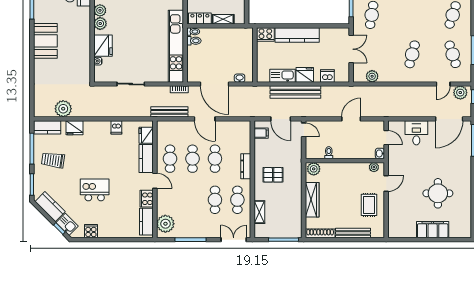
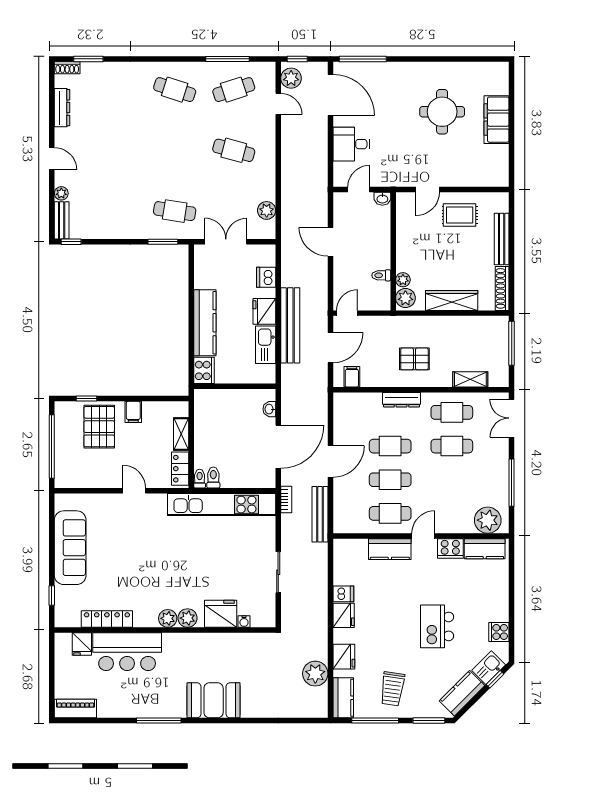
fridge: (146, 135) -> (344, 615), moved, turned -90
plant: (374, 167) -> (403, 280), moved
pallet: (273, 175) -> (414, 359), turned 90
door: (386, 184) -> (428, 189), swing flipped

